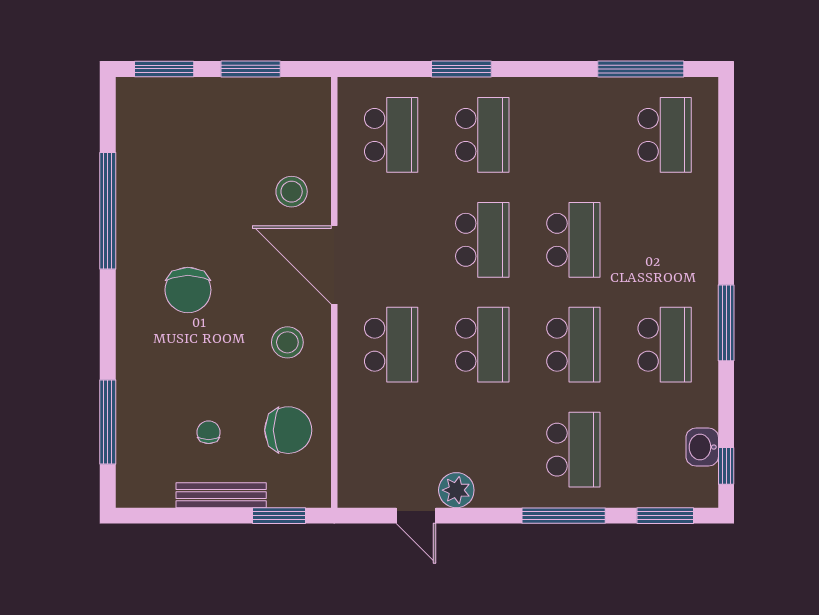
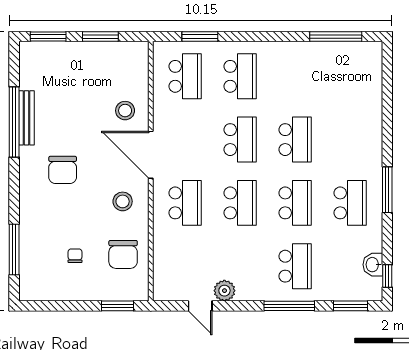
window: (461, 69) -> (200, 37), moved
school desk: (665, 135) -> (350, 76), removed
chair: (288, 430) -> (123, 254), turned 90
bench: (221, 495) -> (27, 118), moved, turned 90

